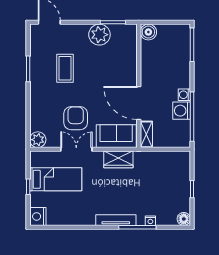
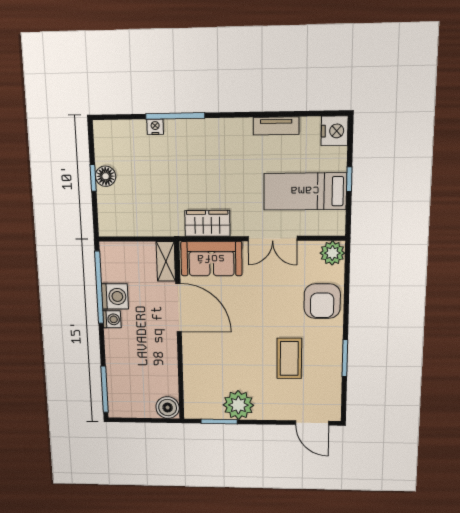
armchair: (76, 118) -> (322, 301), moved
floor lamp: (184, 219) -> (106, 176), moved
tv unit: (116, 220) -> (276, 126), moved, width x0.71

